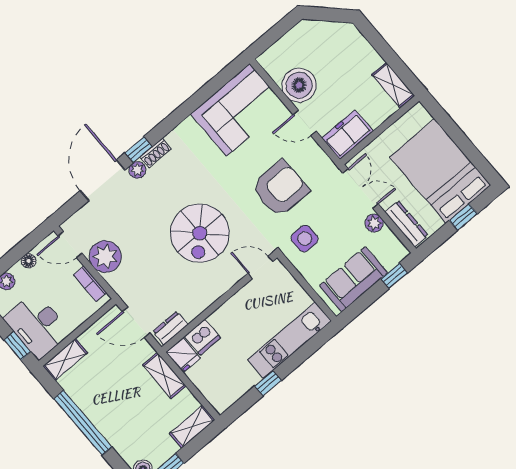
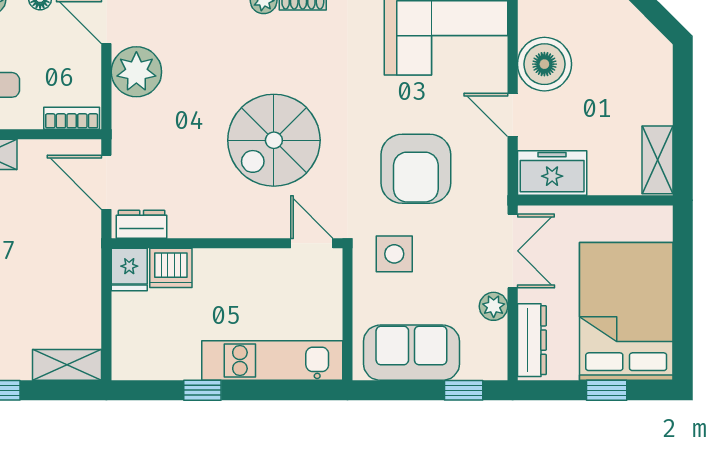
armchair: (280, 189) -> (416, 169), turned 90
bookcase: (90, 284) -> (72, 118), moved, turned 90
shelving: (164, 375) -> (86, 275), removed

